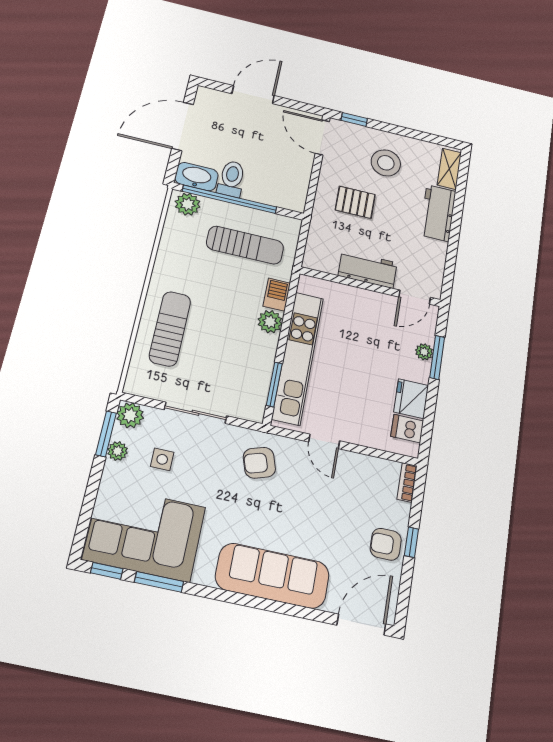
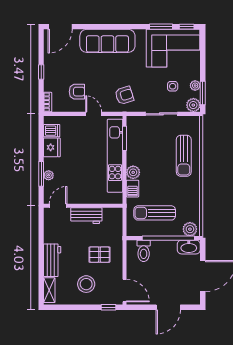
toilet: (231, 179) -> (144, 251), moved
armchair: (386, 544) -> (77, 92), moved

